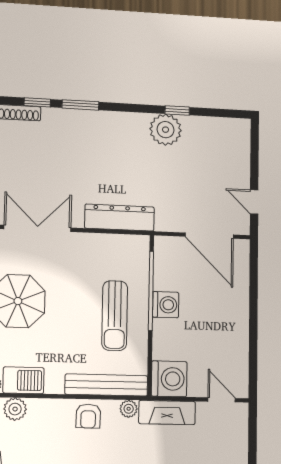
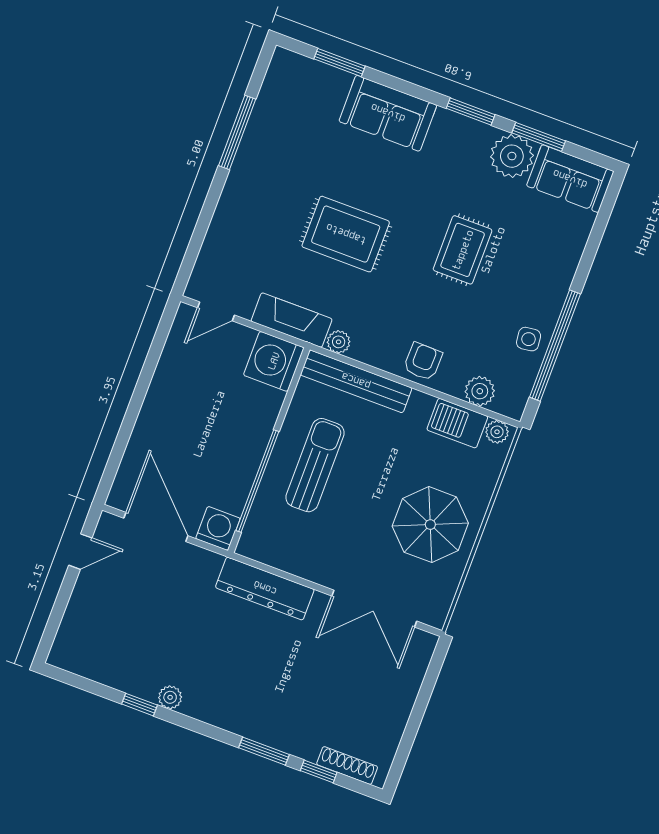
plant: (166, 130) -> (170, 697), width x0.53, depth x0.53
door: (254, 202) -> (80, 552), hinge flipped
washing machine: (166, 305) -> (218, 528), moved, turned 90
door: (222, 400) -> (216, 311), hinge flipped
armchair: (88, 416) -> (423, 362), moved

